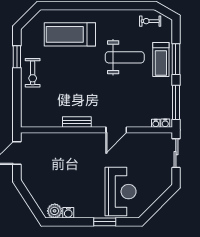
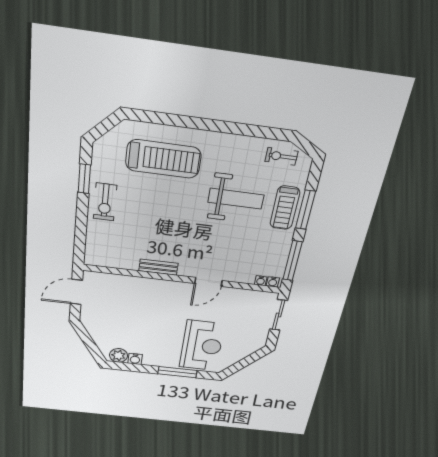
treadmill: (70, 34) -> (163, 159), turned 180
window: (105, 222) -> (177, 372), width x1.44

